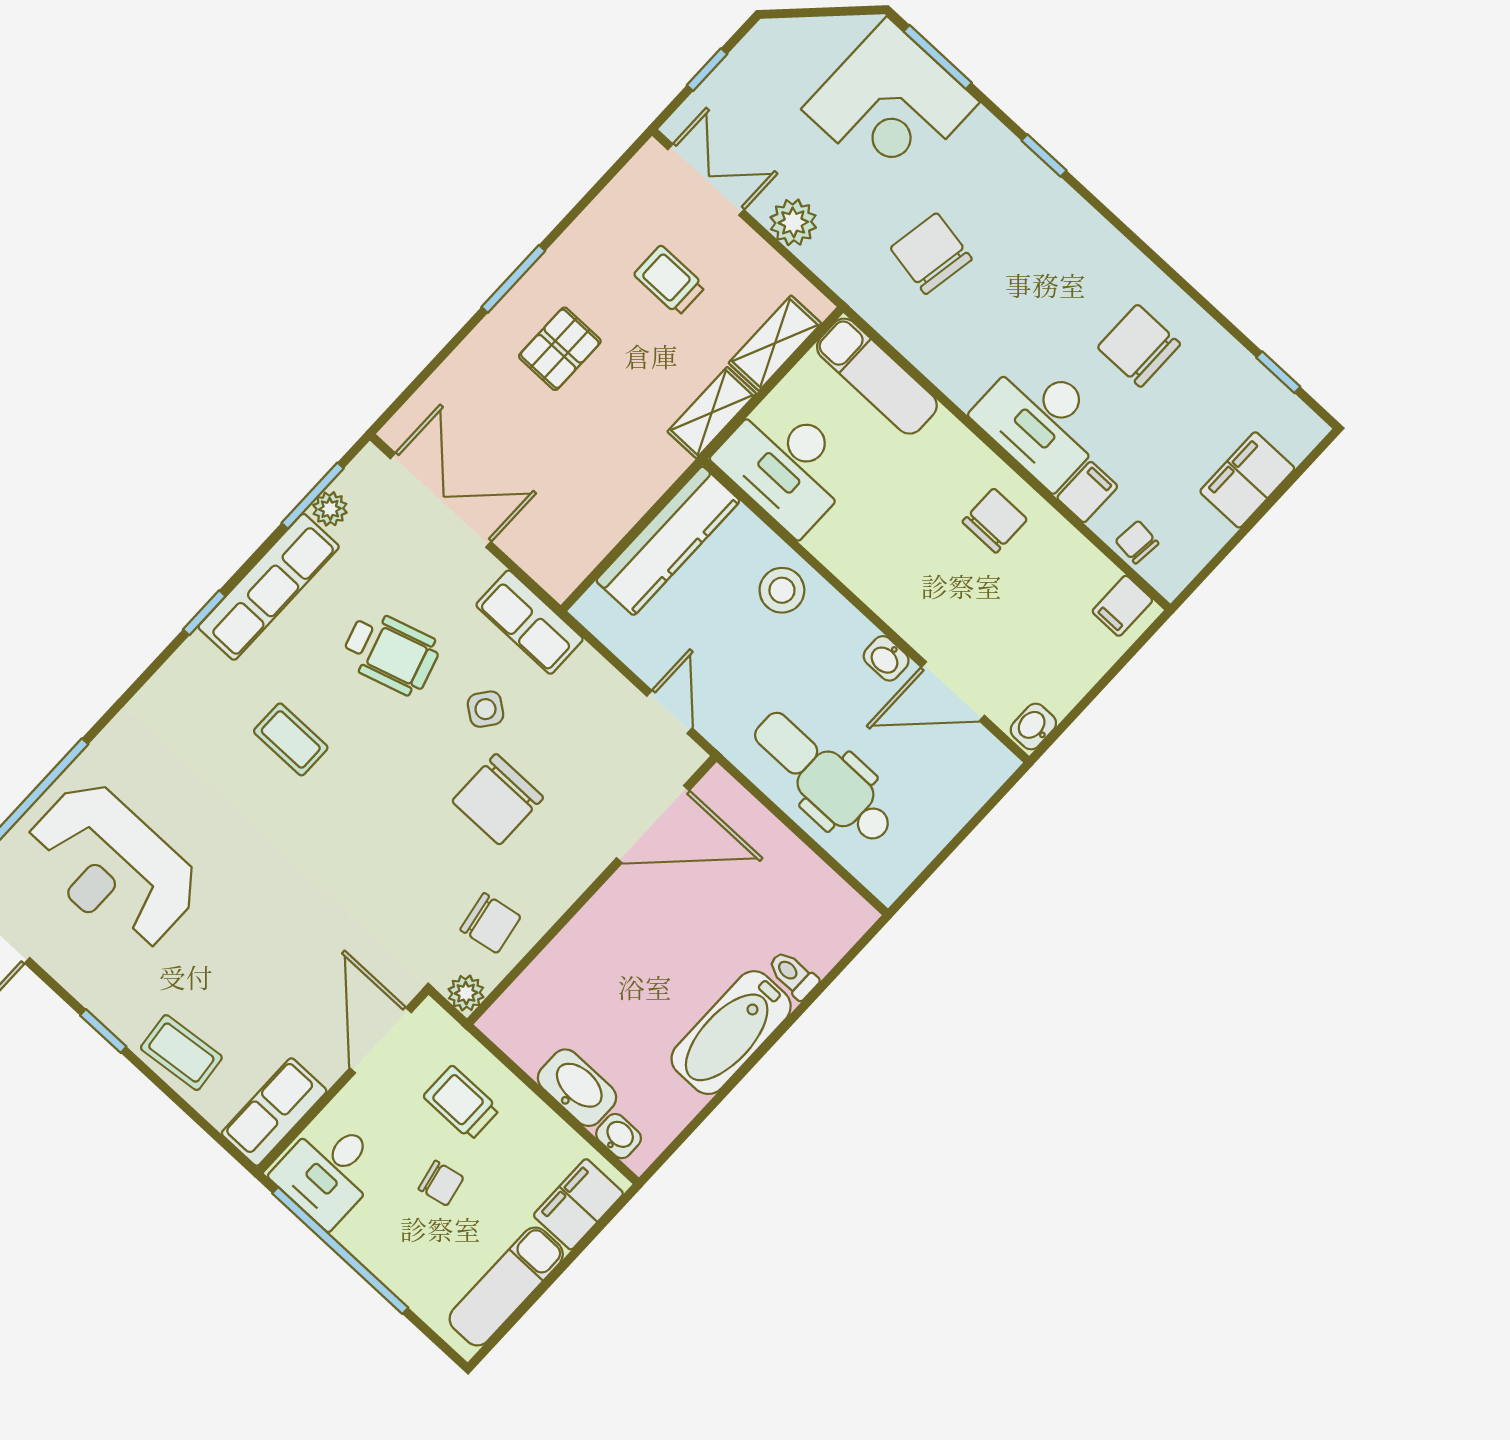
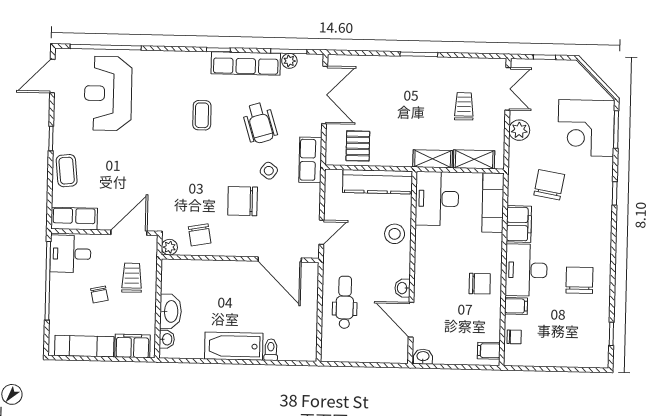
pallet: (560, 349) -> (358, 146), moved, turned 90
filing cabinet: (1247, 480) -> (519, 224), moved, turned 90
chair: (1137, 542) -> (514, 337), turned 84
dental chair: (823, 778) -> (345, 302), width x0.73, depth x0.72

